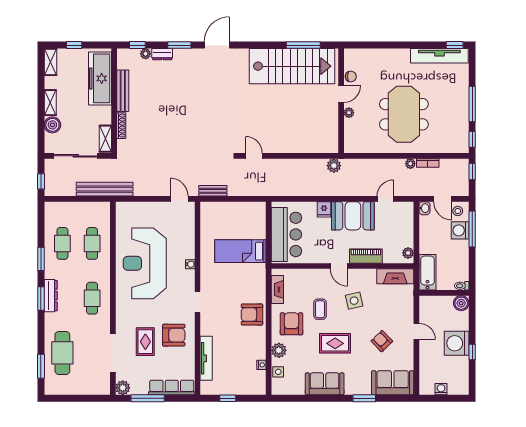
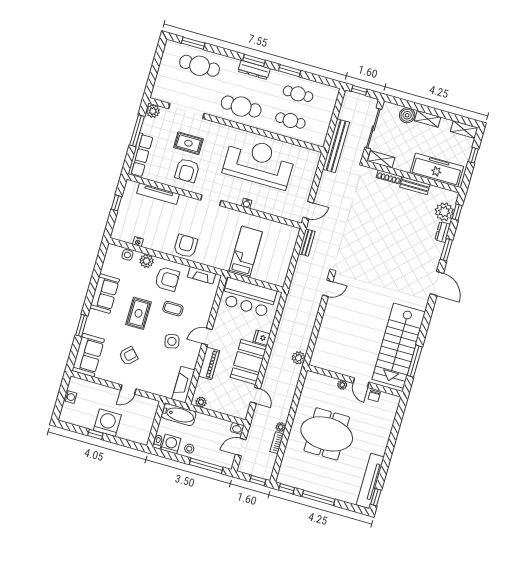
plant: (146, 54) -> (444, 212), width x1.87, depth x1.87
bench: (123, 91) -> (415, 186), width x0.73
stool: (458, 211) -> (189, 449), moved
washing machine: (460, 230) -> (171, 444), moved
cafe table: (92, 298) -> (241, 106), width x1.37, depth x1.35
boiler: (461, 303) -> (142, 437), removed

